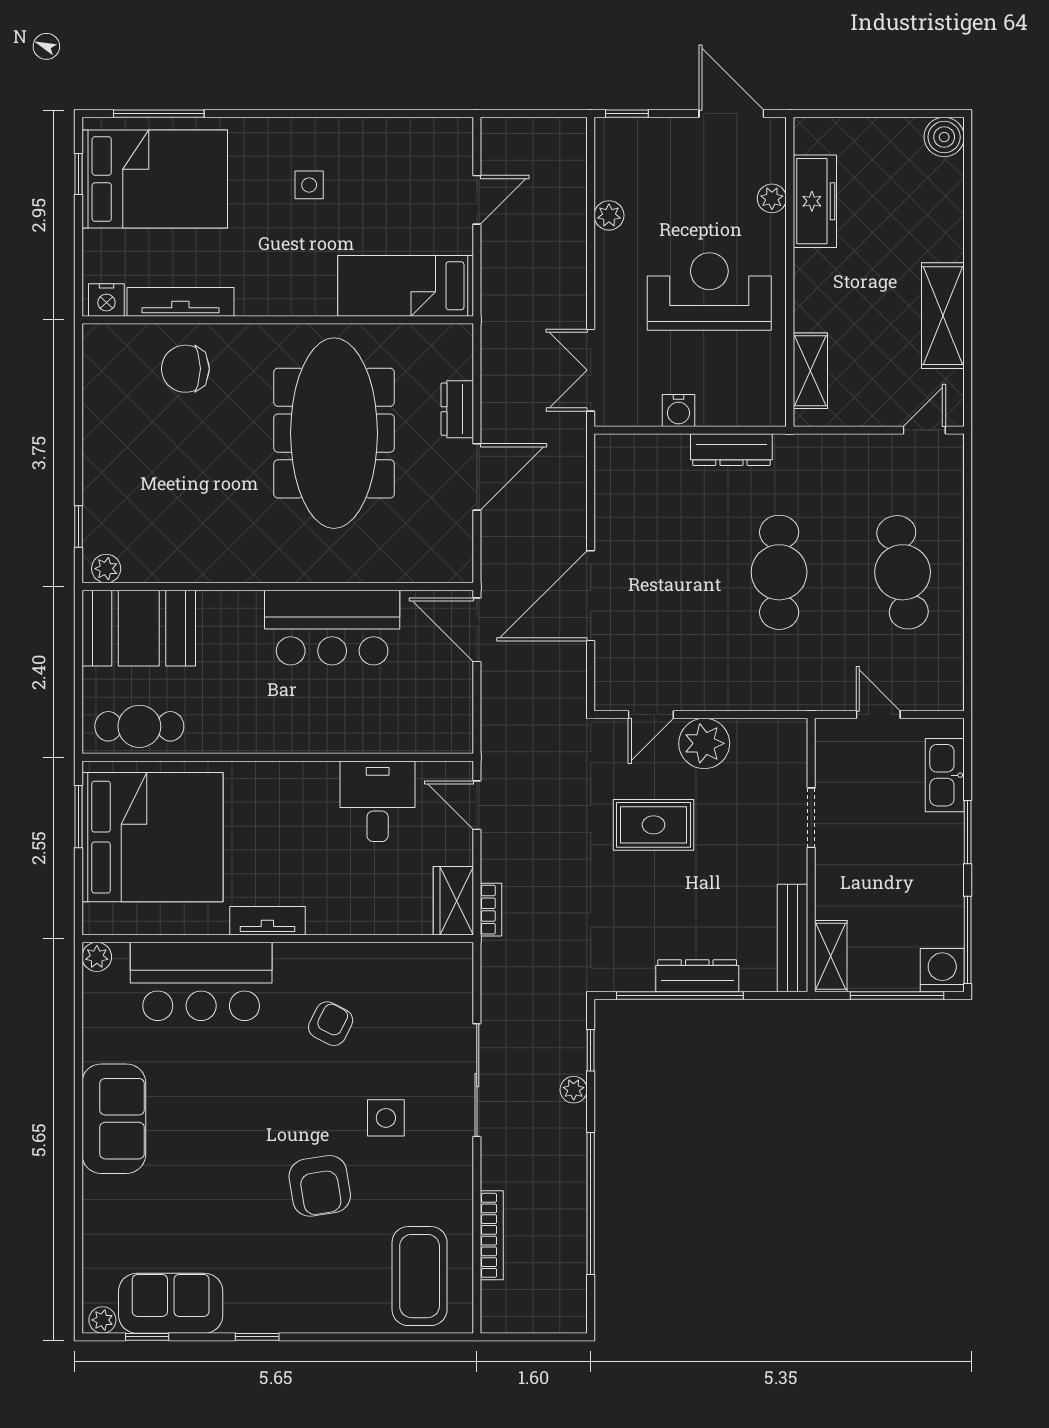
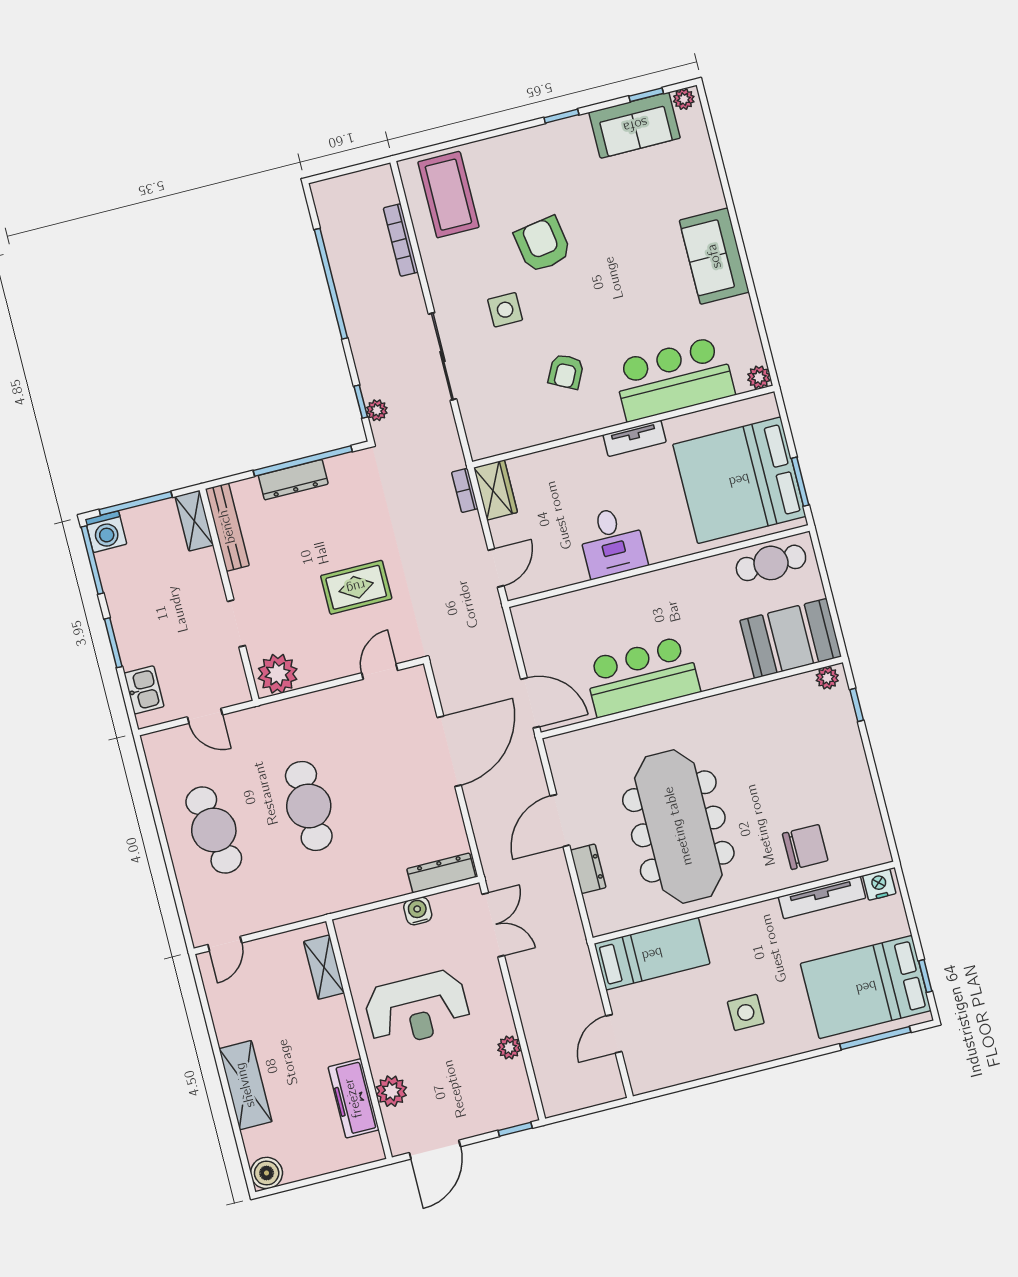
door: (731, 114) -> (435, 1150), hinge flipped
side table: (309, 185) -> (746, 1012), width x1.37, depth x1.37
plant: (772, 198) -> (391, 1091), width x1.38, depth x1.38
shelving: (943, 316) -> (245, 1085), moved
dresser: (731, 450) -> (441, 873), moved
plant: (704, 743) -> (278, 674), moved
kitchen sink: (945, 775) -> (144, 690), width x0.73
desk: (378, 801) -> (612, 542), moved
door: (477, 805) -> (496, 568), hinge flipped
plant: (574, 1090) -> (377, 410), moved

